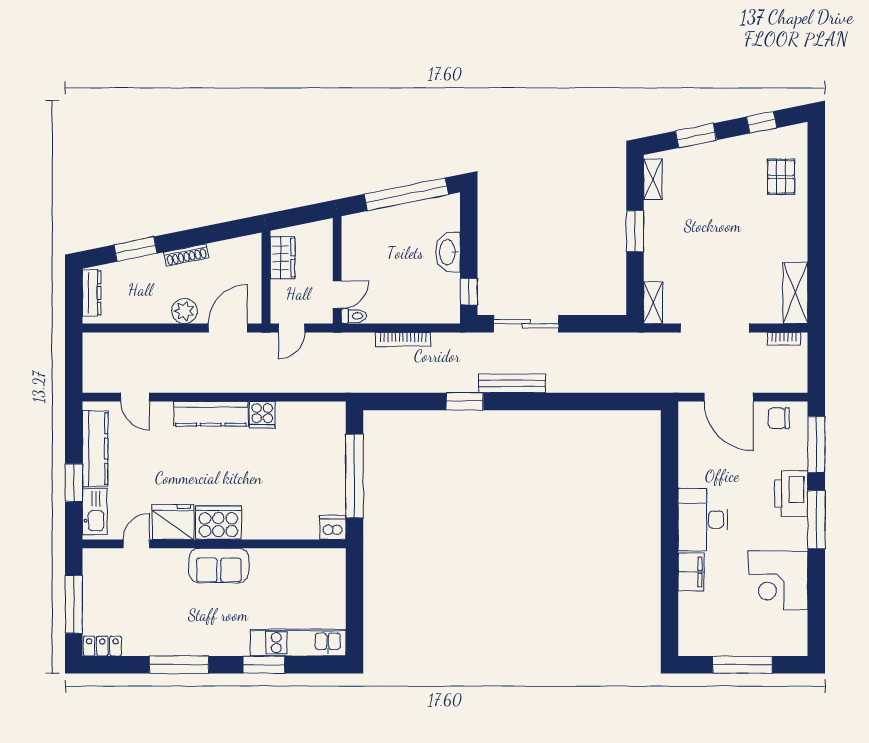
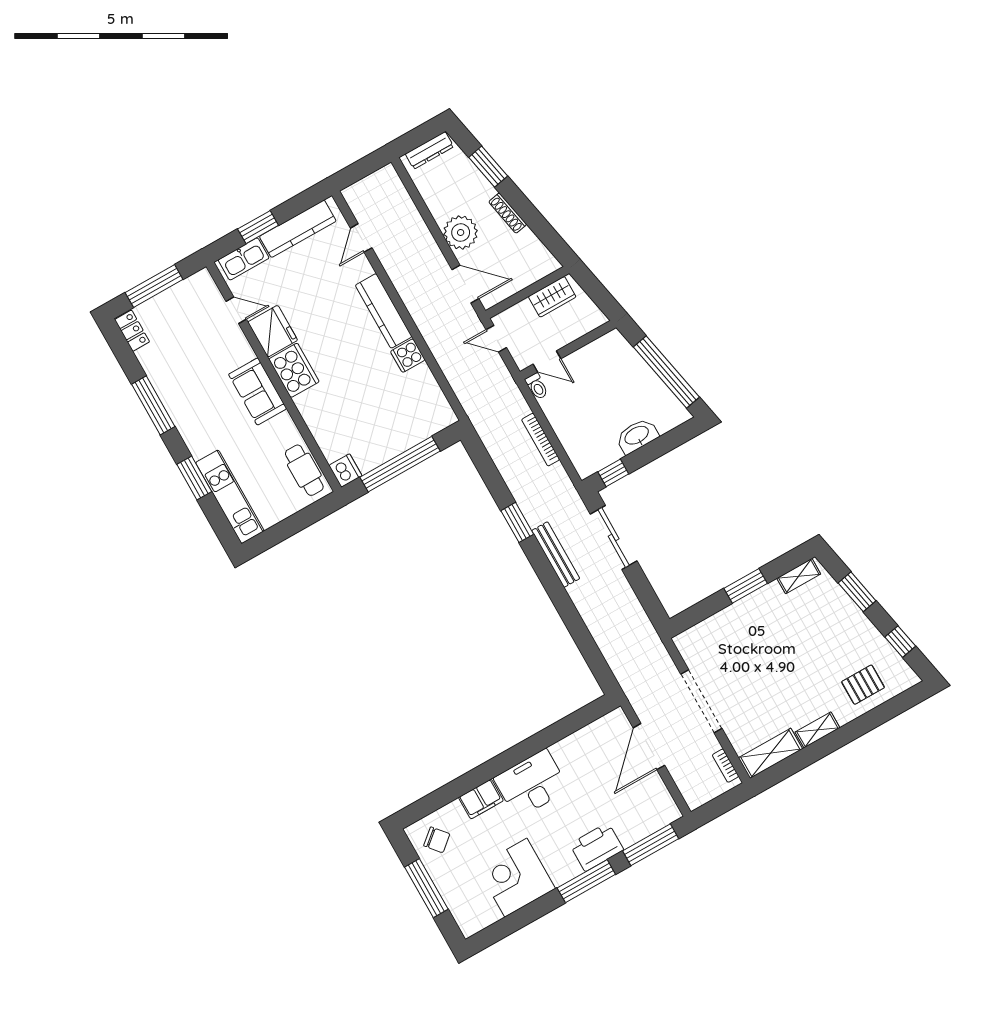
shelving: (653, 303) -> (817, 730), moved
plant: (184, 311) -> (461, 232), width x1.36, depth x1.36
chair: (779, 418) -> (437, 840), moved, turned 140
cafe table: (312, 564) -> (304, 470), added

